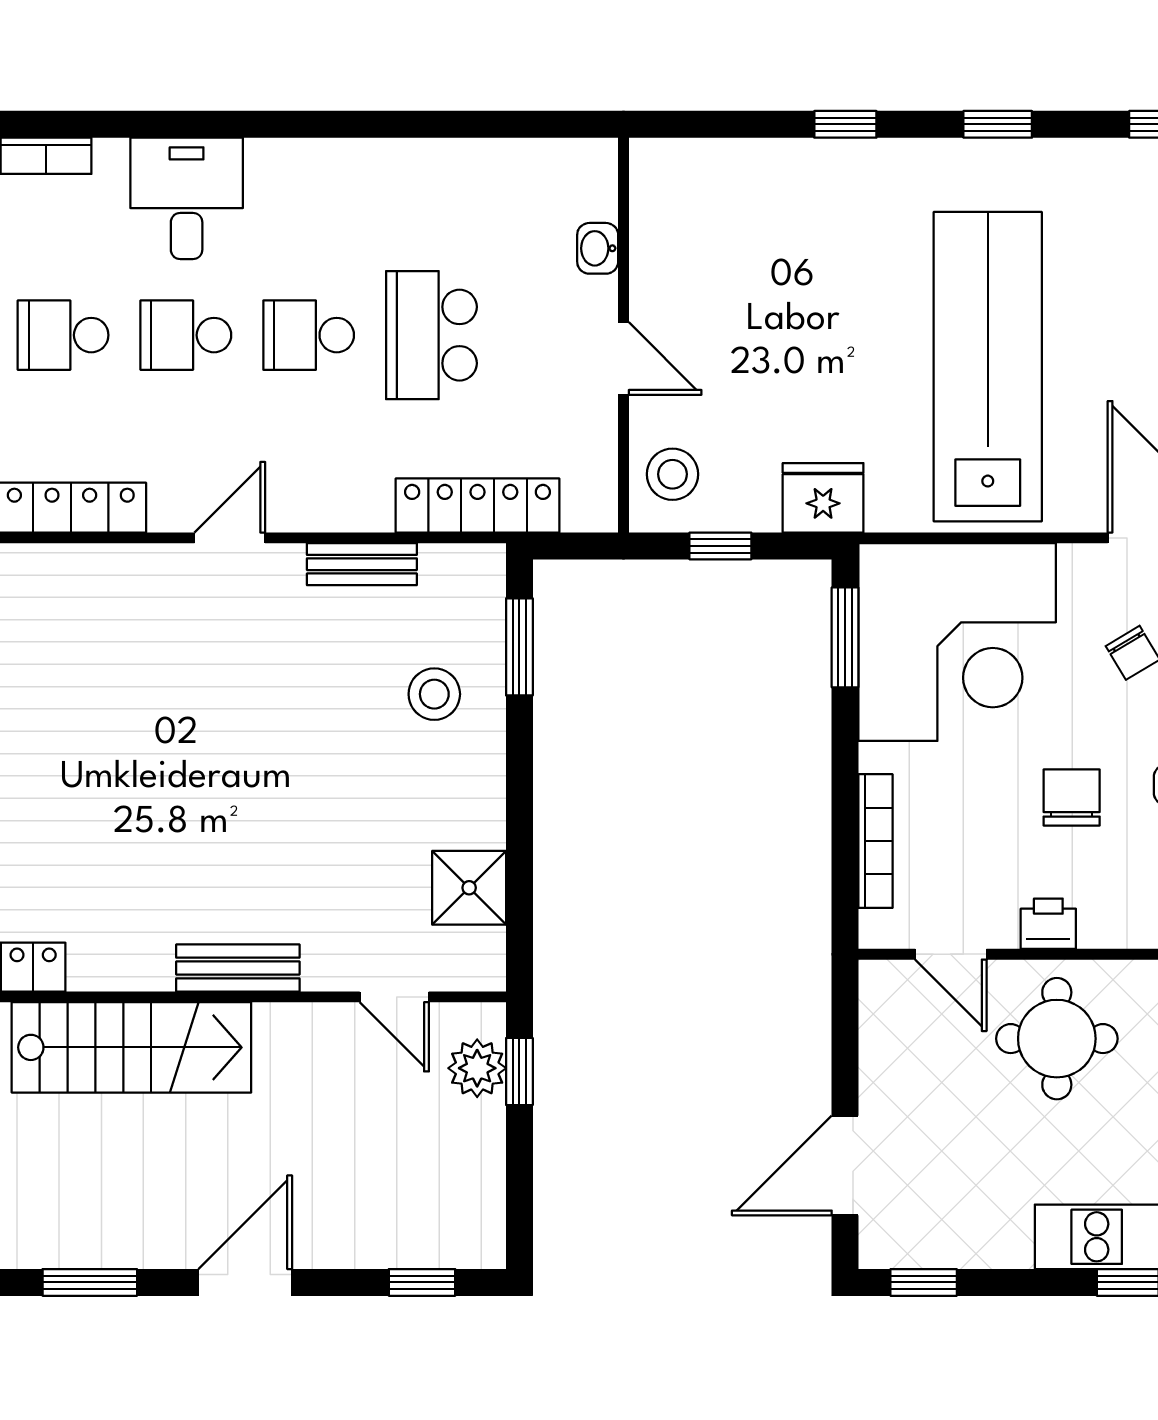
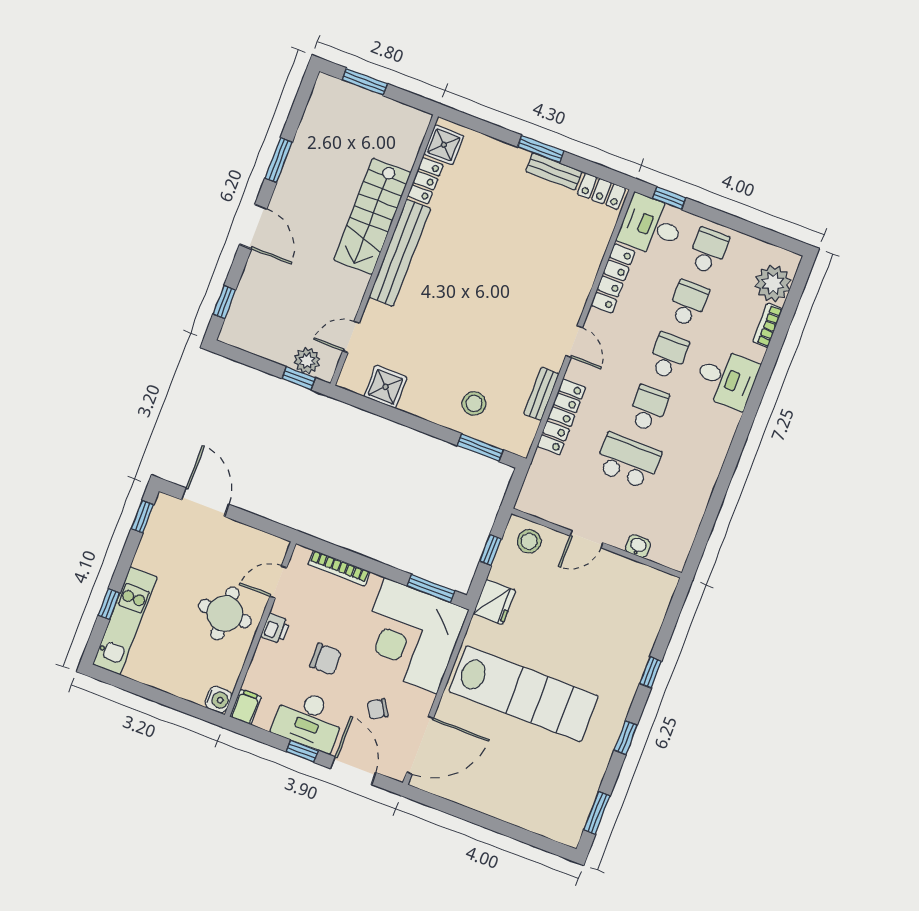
locker: (478, 505) -> (561, 417), moved
bench: (238, 968) -> (400, 253), width x1.86, depth x1.21

